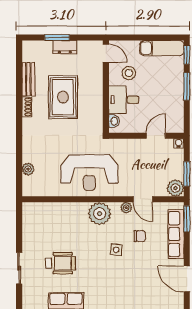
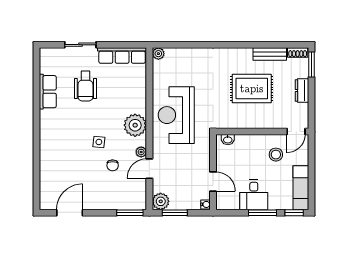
window: (57, 37) -> (312, 65), moved
desk: (124, 100) -> (254, 195), moved, turned 180
shoe rack: (27, 107) -> (298, 52), moved
plant: (28, 169) -> (158, 54), moved
row of seats: (176, 234) -> (122, 55), moved, turned 180

